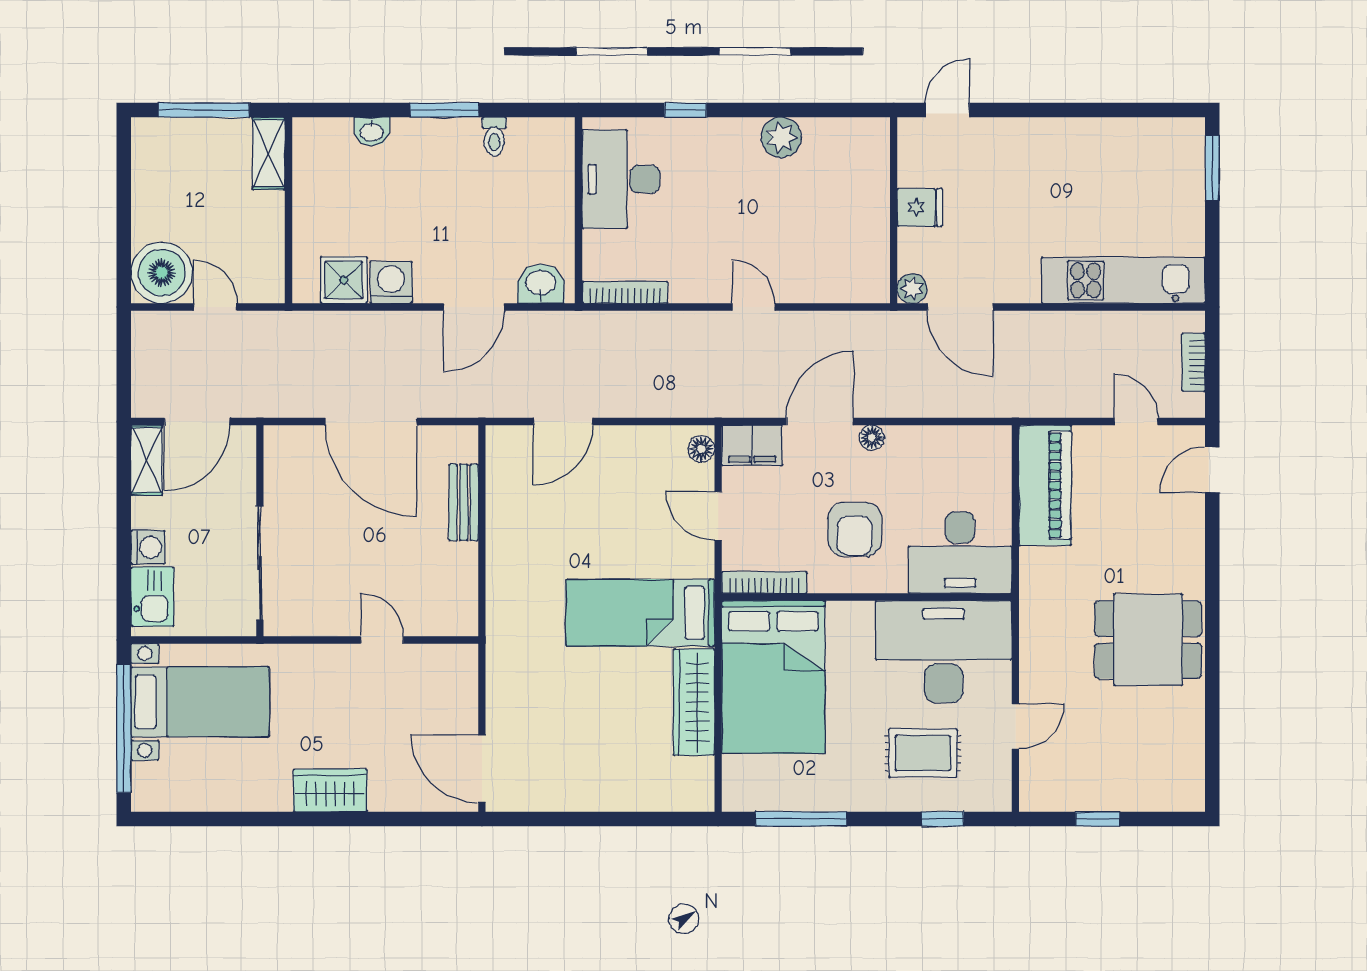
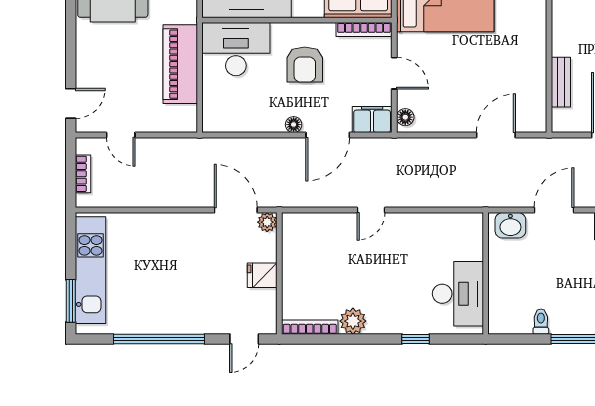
window: (1077, 110) -> (159, 339), added
kitchen unit: (1123, 280) -> (90, 270), moved, turned -90
bookcase: (625, 292) -> (310, 327), moved, turned 180
door: (754, 307) -> (371, 210), hinge flipped
piano: (1045, 485) -> (180, 64), moved
armchair: (855, 529) -> (305, 65), turned 180

